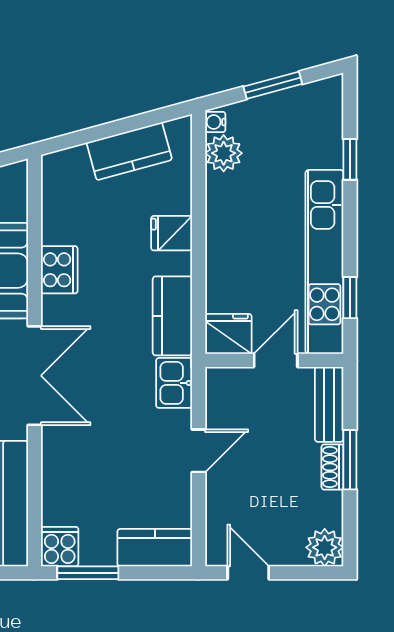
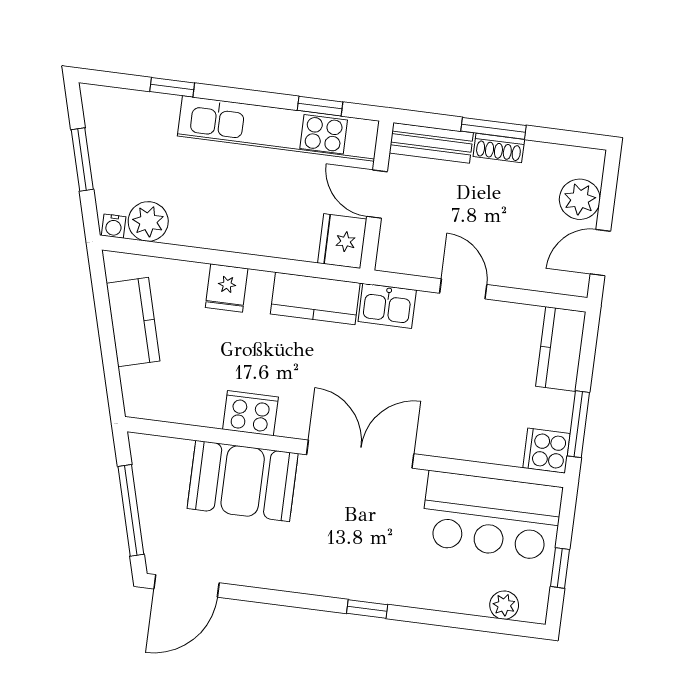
plant: (325, 547) -> (580, 199), moved

